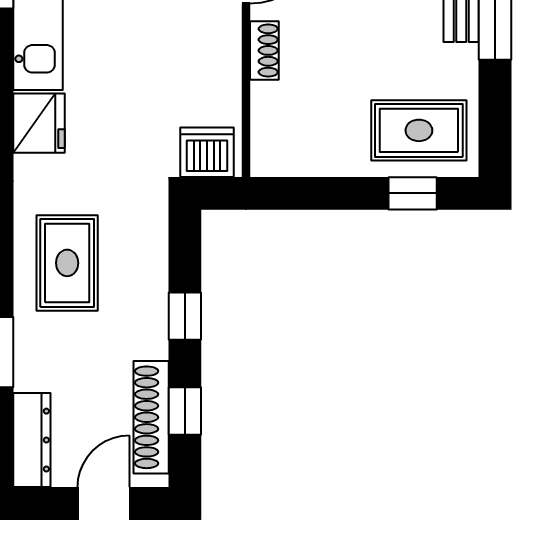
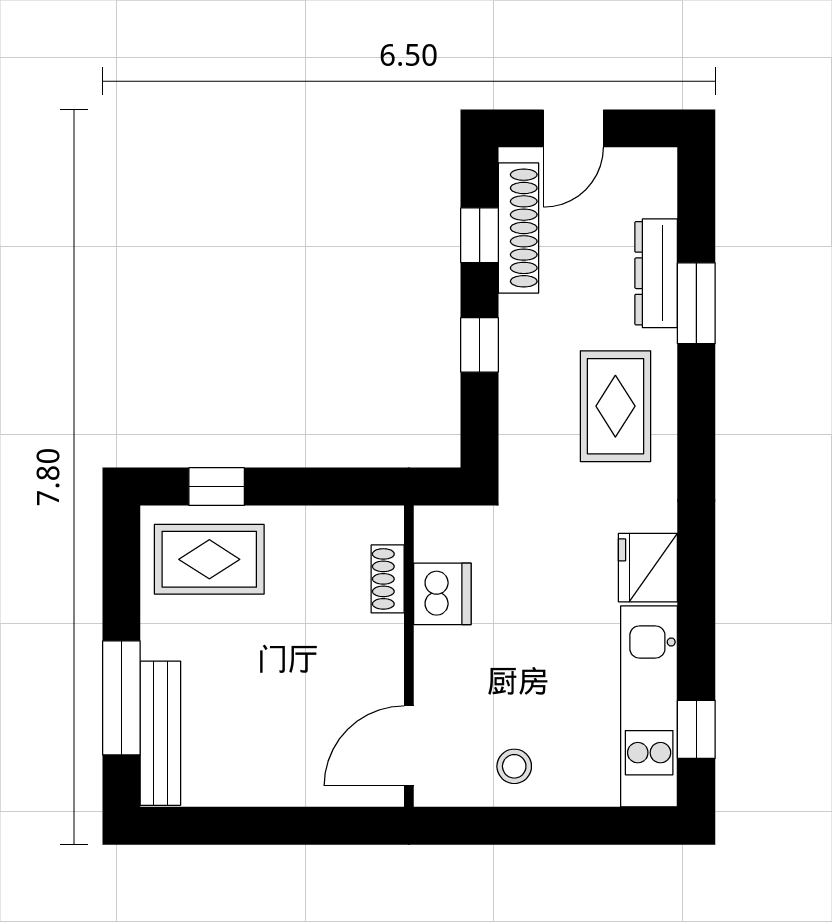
shoe rack: (264, 50) -> (388, 579), moved
dishwasher: (207, 152) -> (442, 594), moved, turned -90
dresser: (32, 440) -> (656, 273), moved

